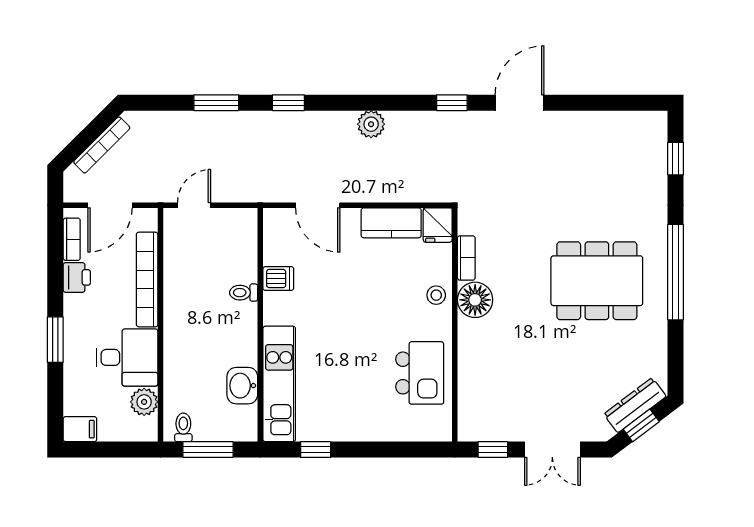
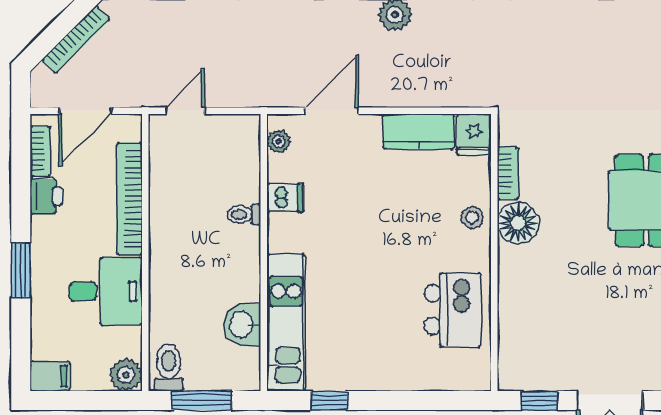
door: (318, 205) -> (332, 111), swing flipped
plant: (273, 231) -> (279, 141), added
plant: (144, 402) -> (126, 375), moved
toilet: (183, 427) -> (169, 368), width x1.37, depth x1.39

